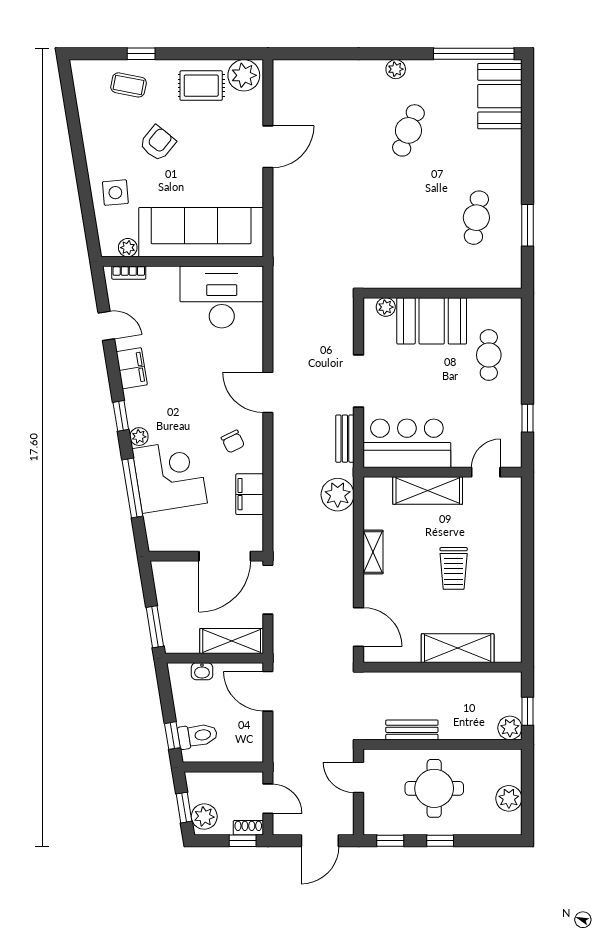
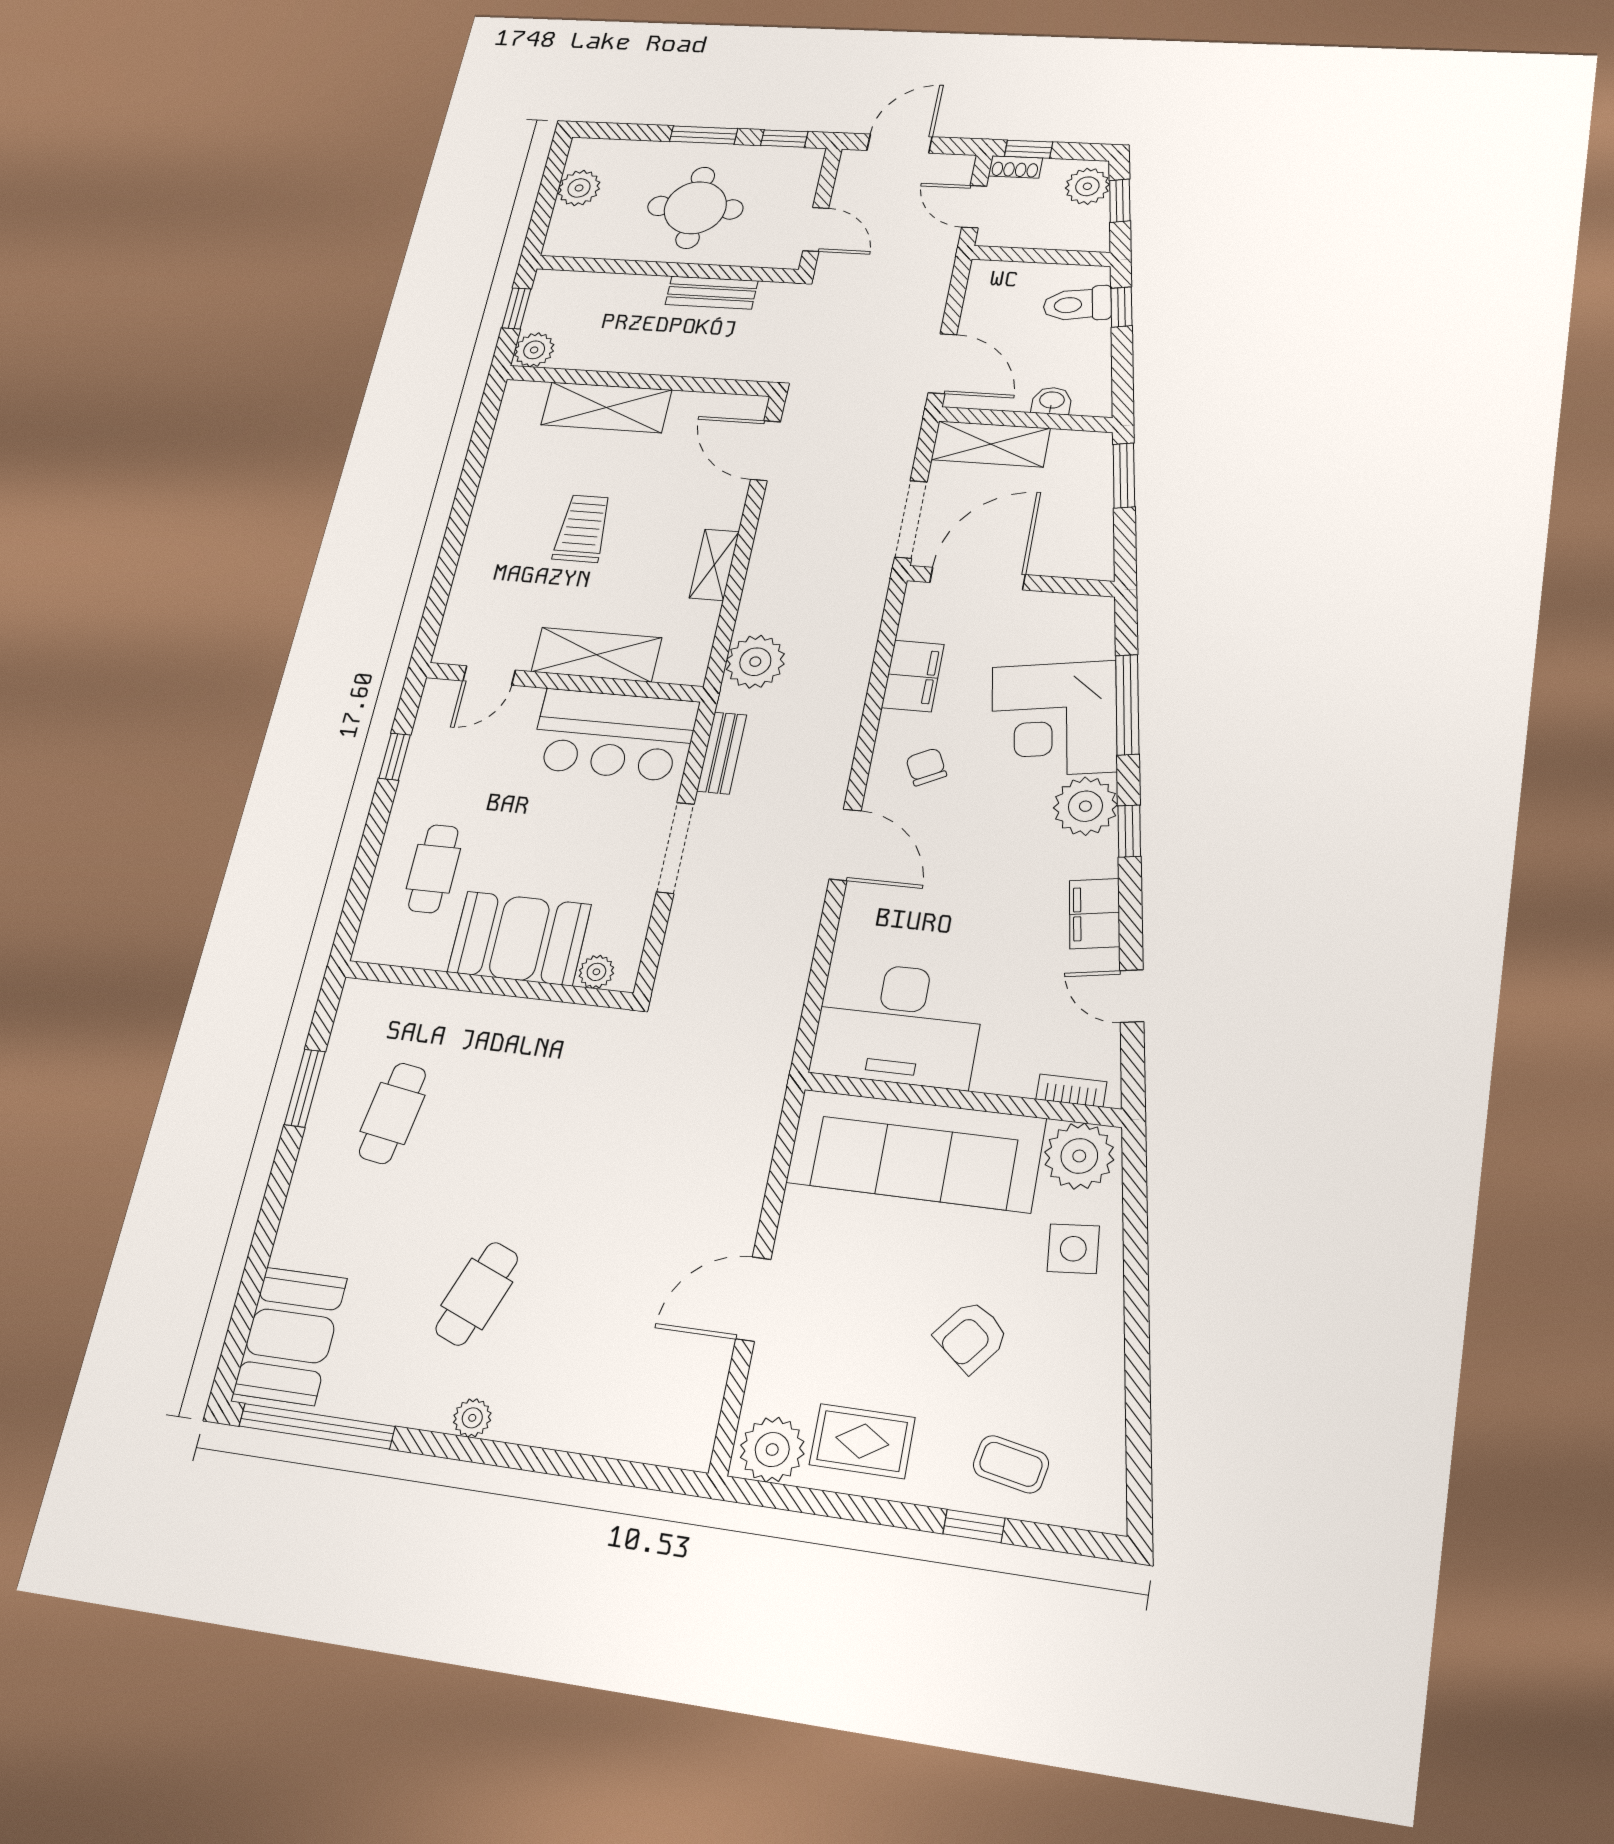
plant: (128, 248) -> (1079, 1156), width x1.88, depth x1.88
plant: (139, 437) -> (1085, 806), width x1.88, depth x1.88
plant: (510, 728) -> (534, 350), moved
window: (440, 841) -> (704, 135), width x1.50

